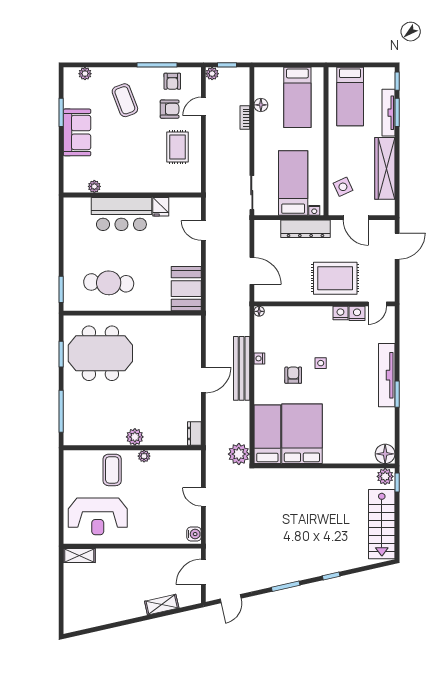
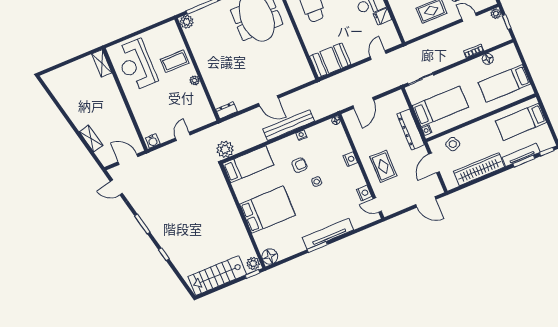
rug: (335, 278) -> (383, 166), width x0.73, depth x0.70
nightstand: (340, 313) -> (350, 159), moved
bed: (302, 434) -> (268, 210), moved
plant: (135, 437) -> (187, 22), moved

